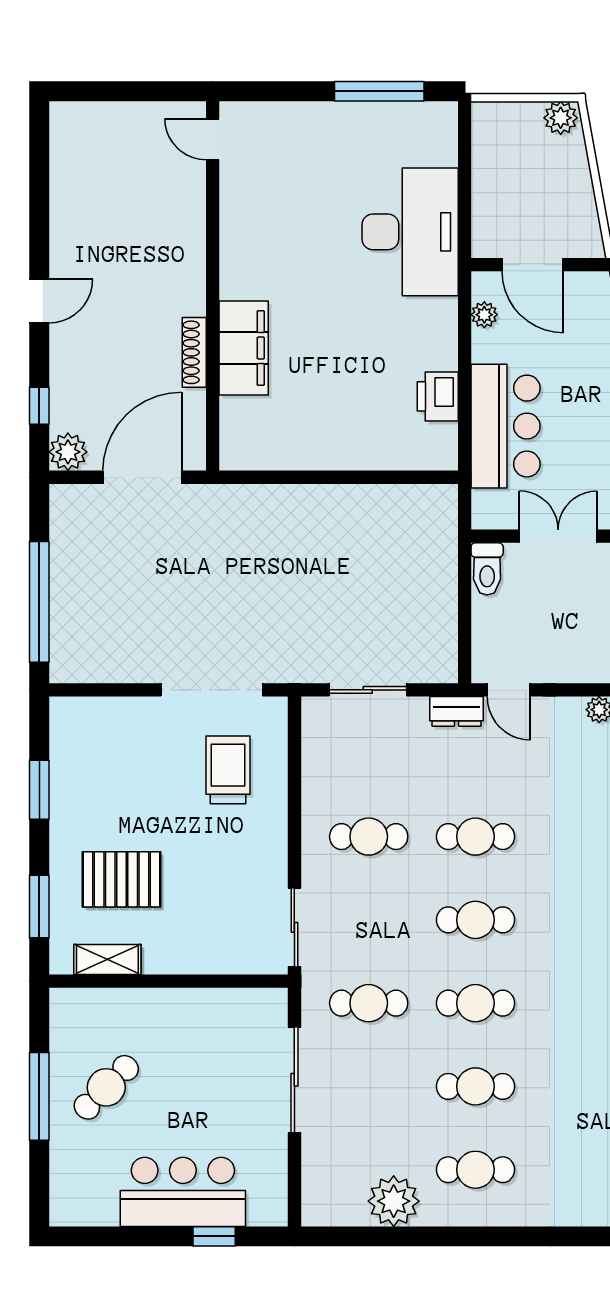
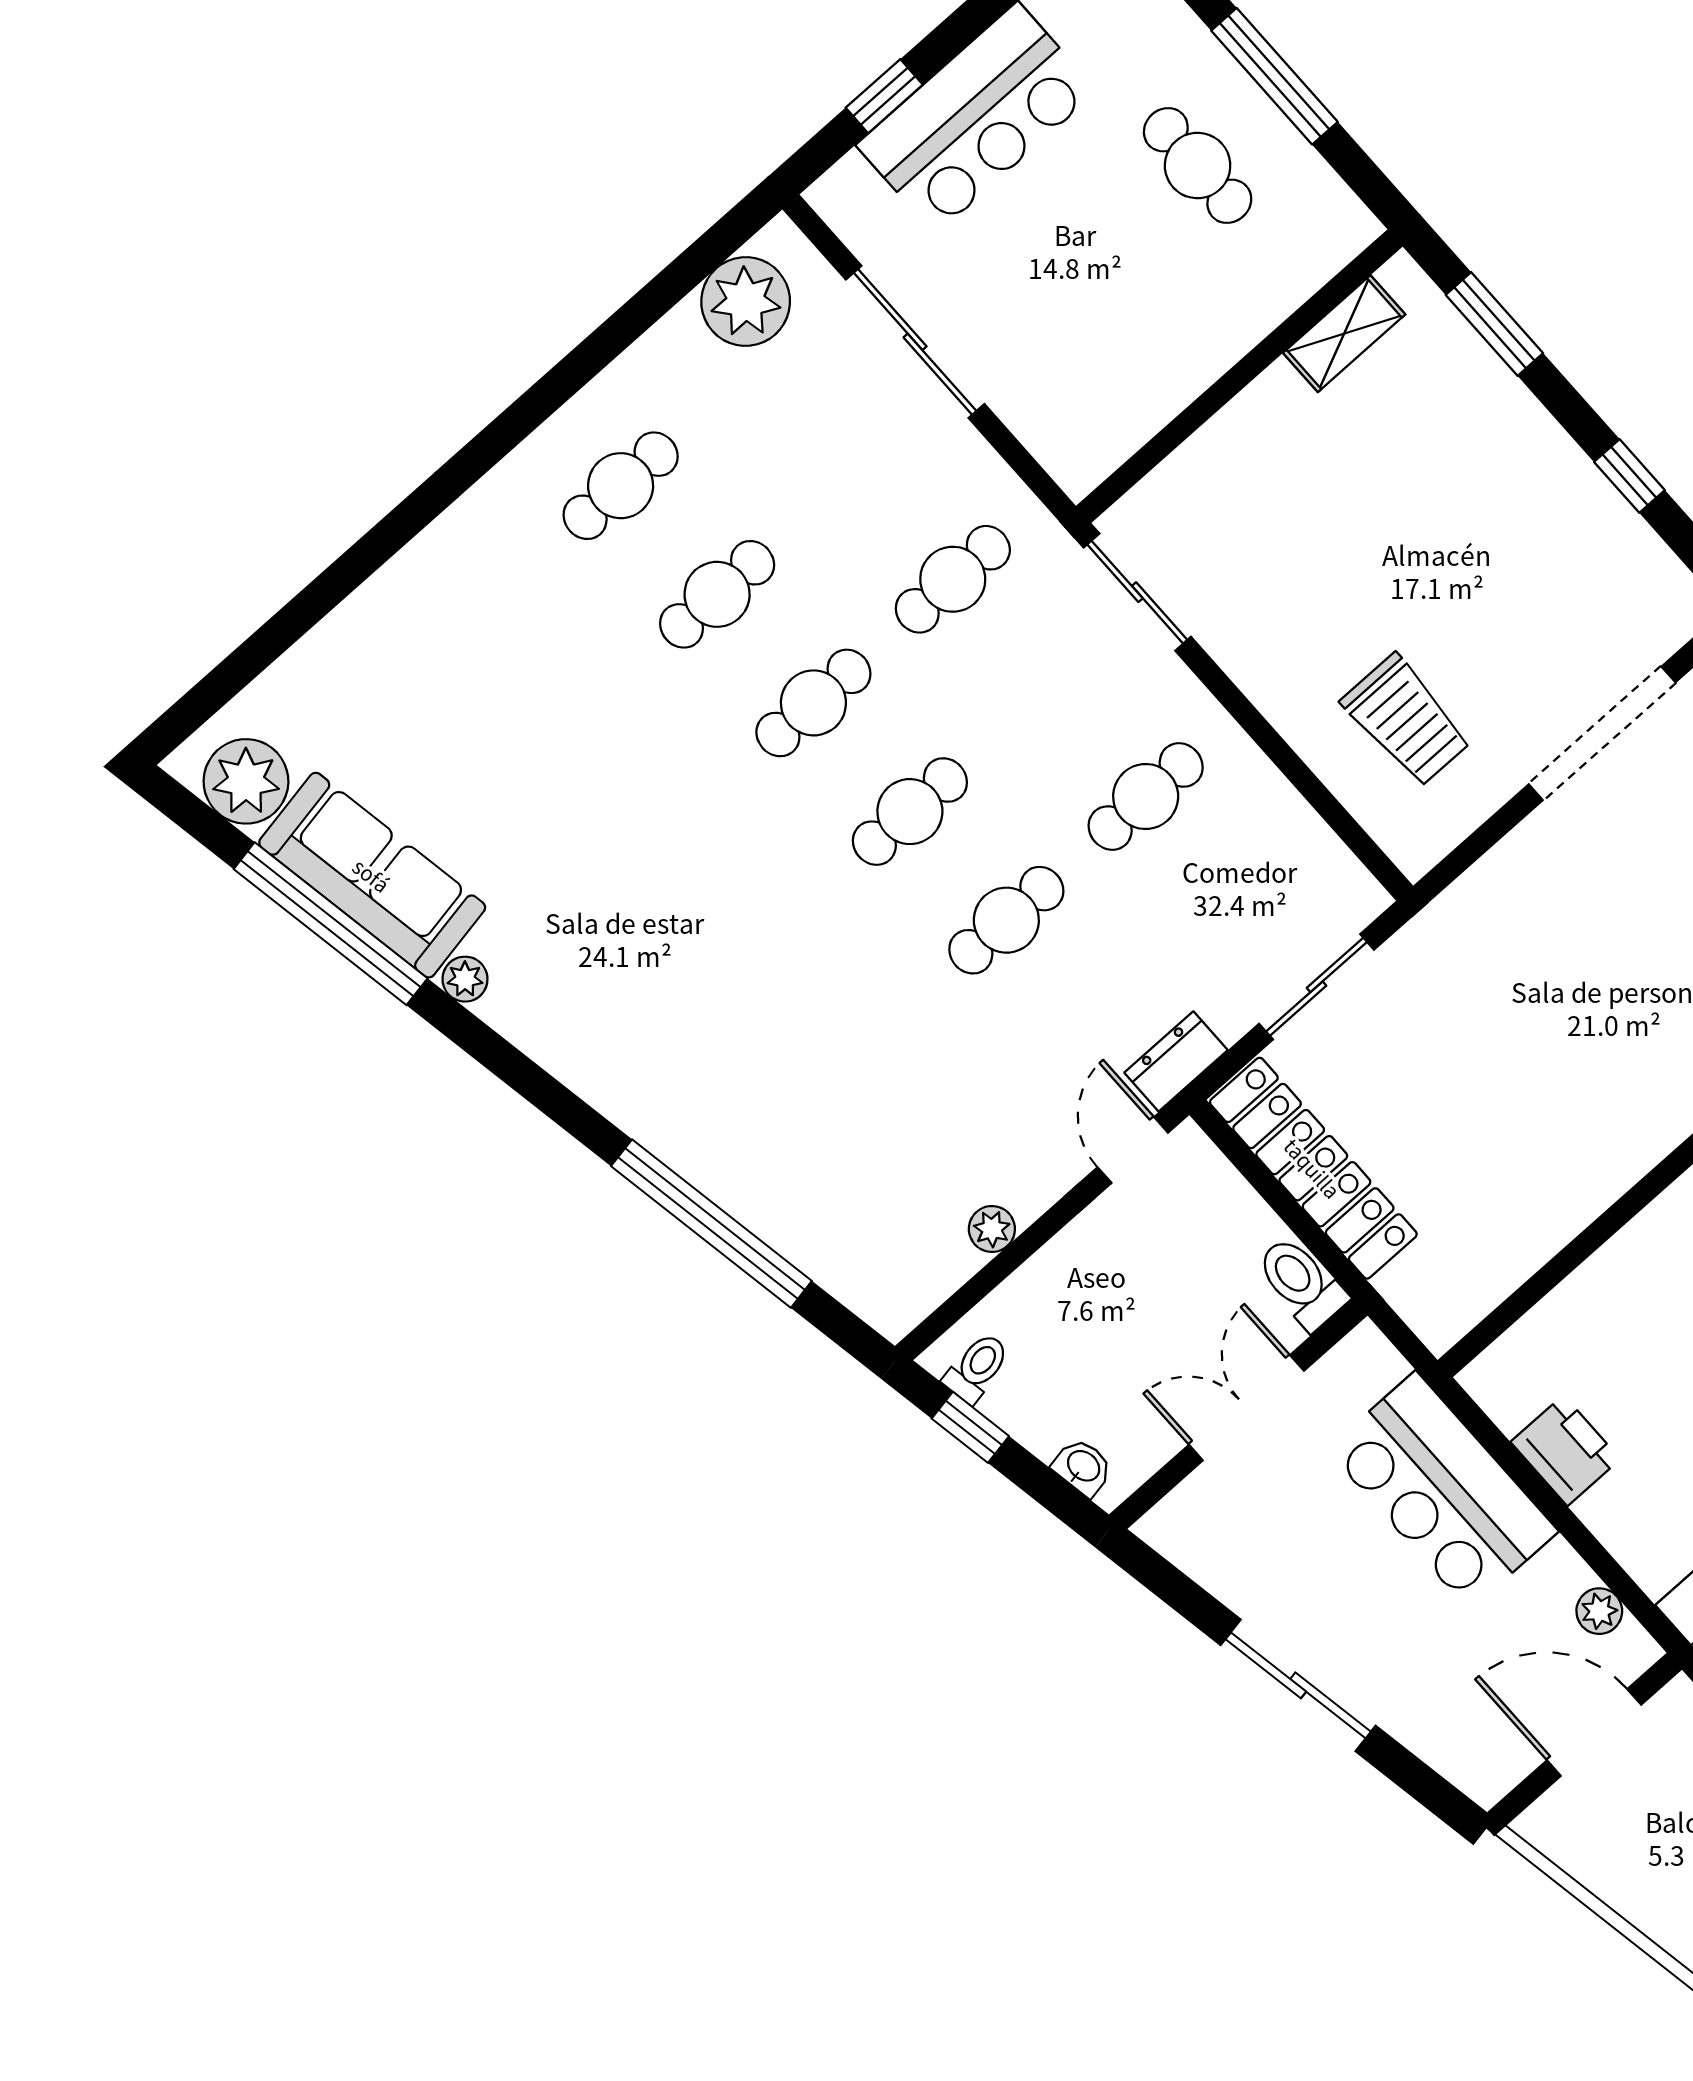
double door: (558, 536) -> (1246, 1408), swing flipped
locker: (438, 613) -> (1313, 1168), added
doorway: (212, 690) -> (1602, 733), moved
door: (509, 690) -> (1133, 1150), hinge flipped
window: (39, 790) -> (1629, 476), width x0.67
pallet: (121, 879) -> (1419, 455), removed
sliding door: (294, 1080) -> (915, 342), moved
cafe table: (106, 1087) -> (1198, 166), turned -45
plant: (394, 1201) -> (746, 301), moved

